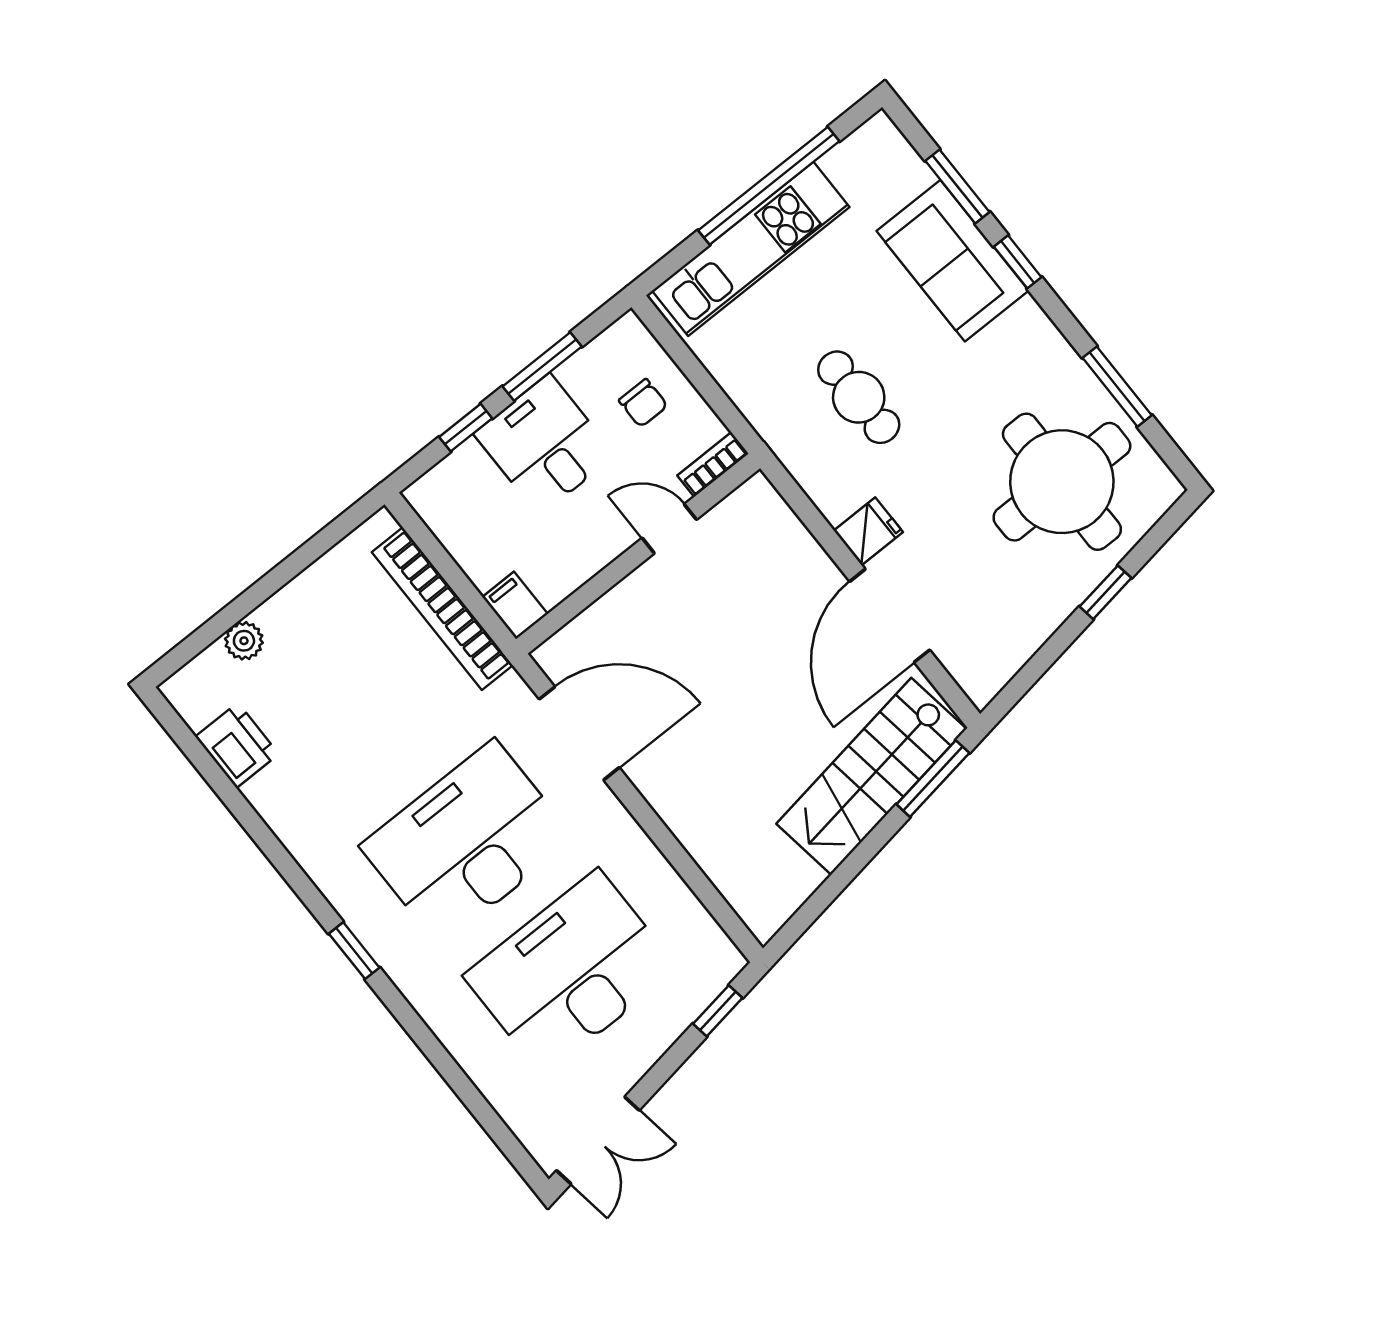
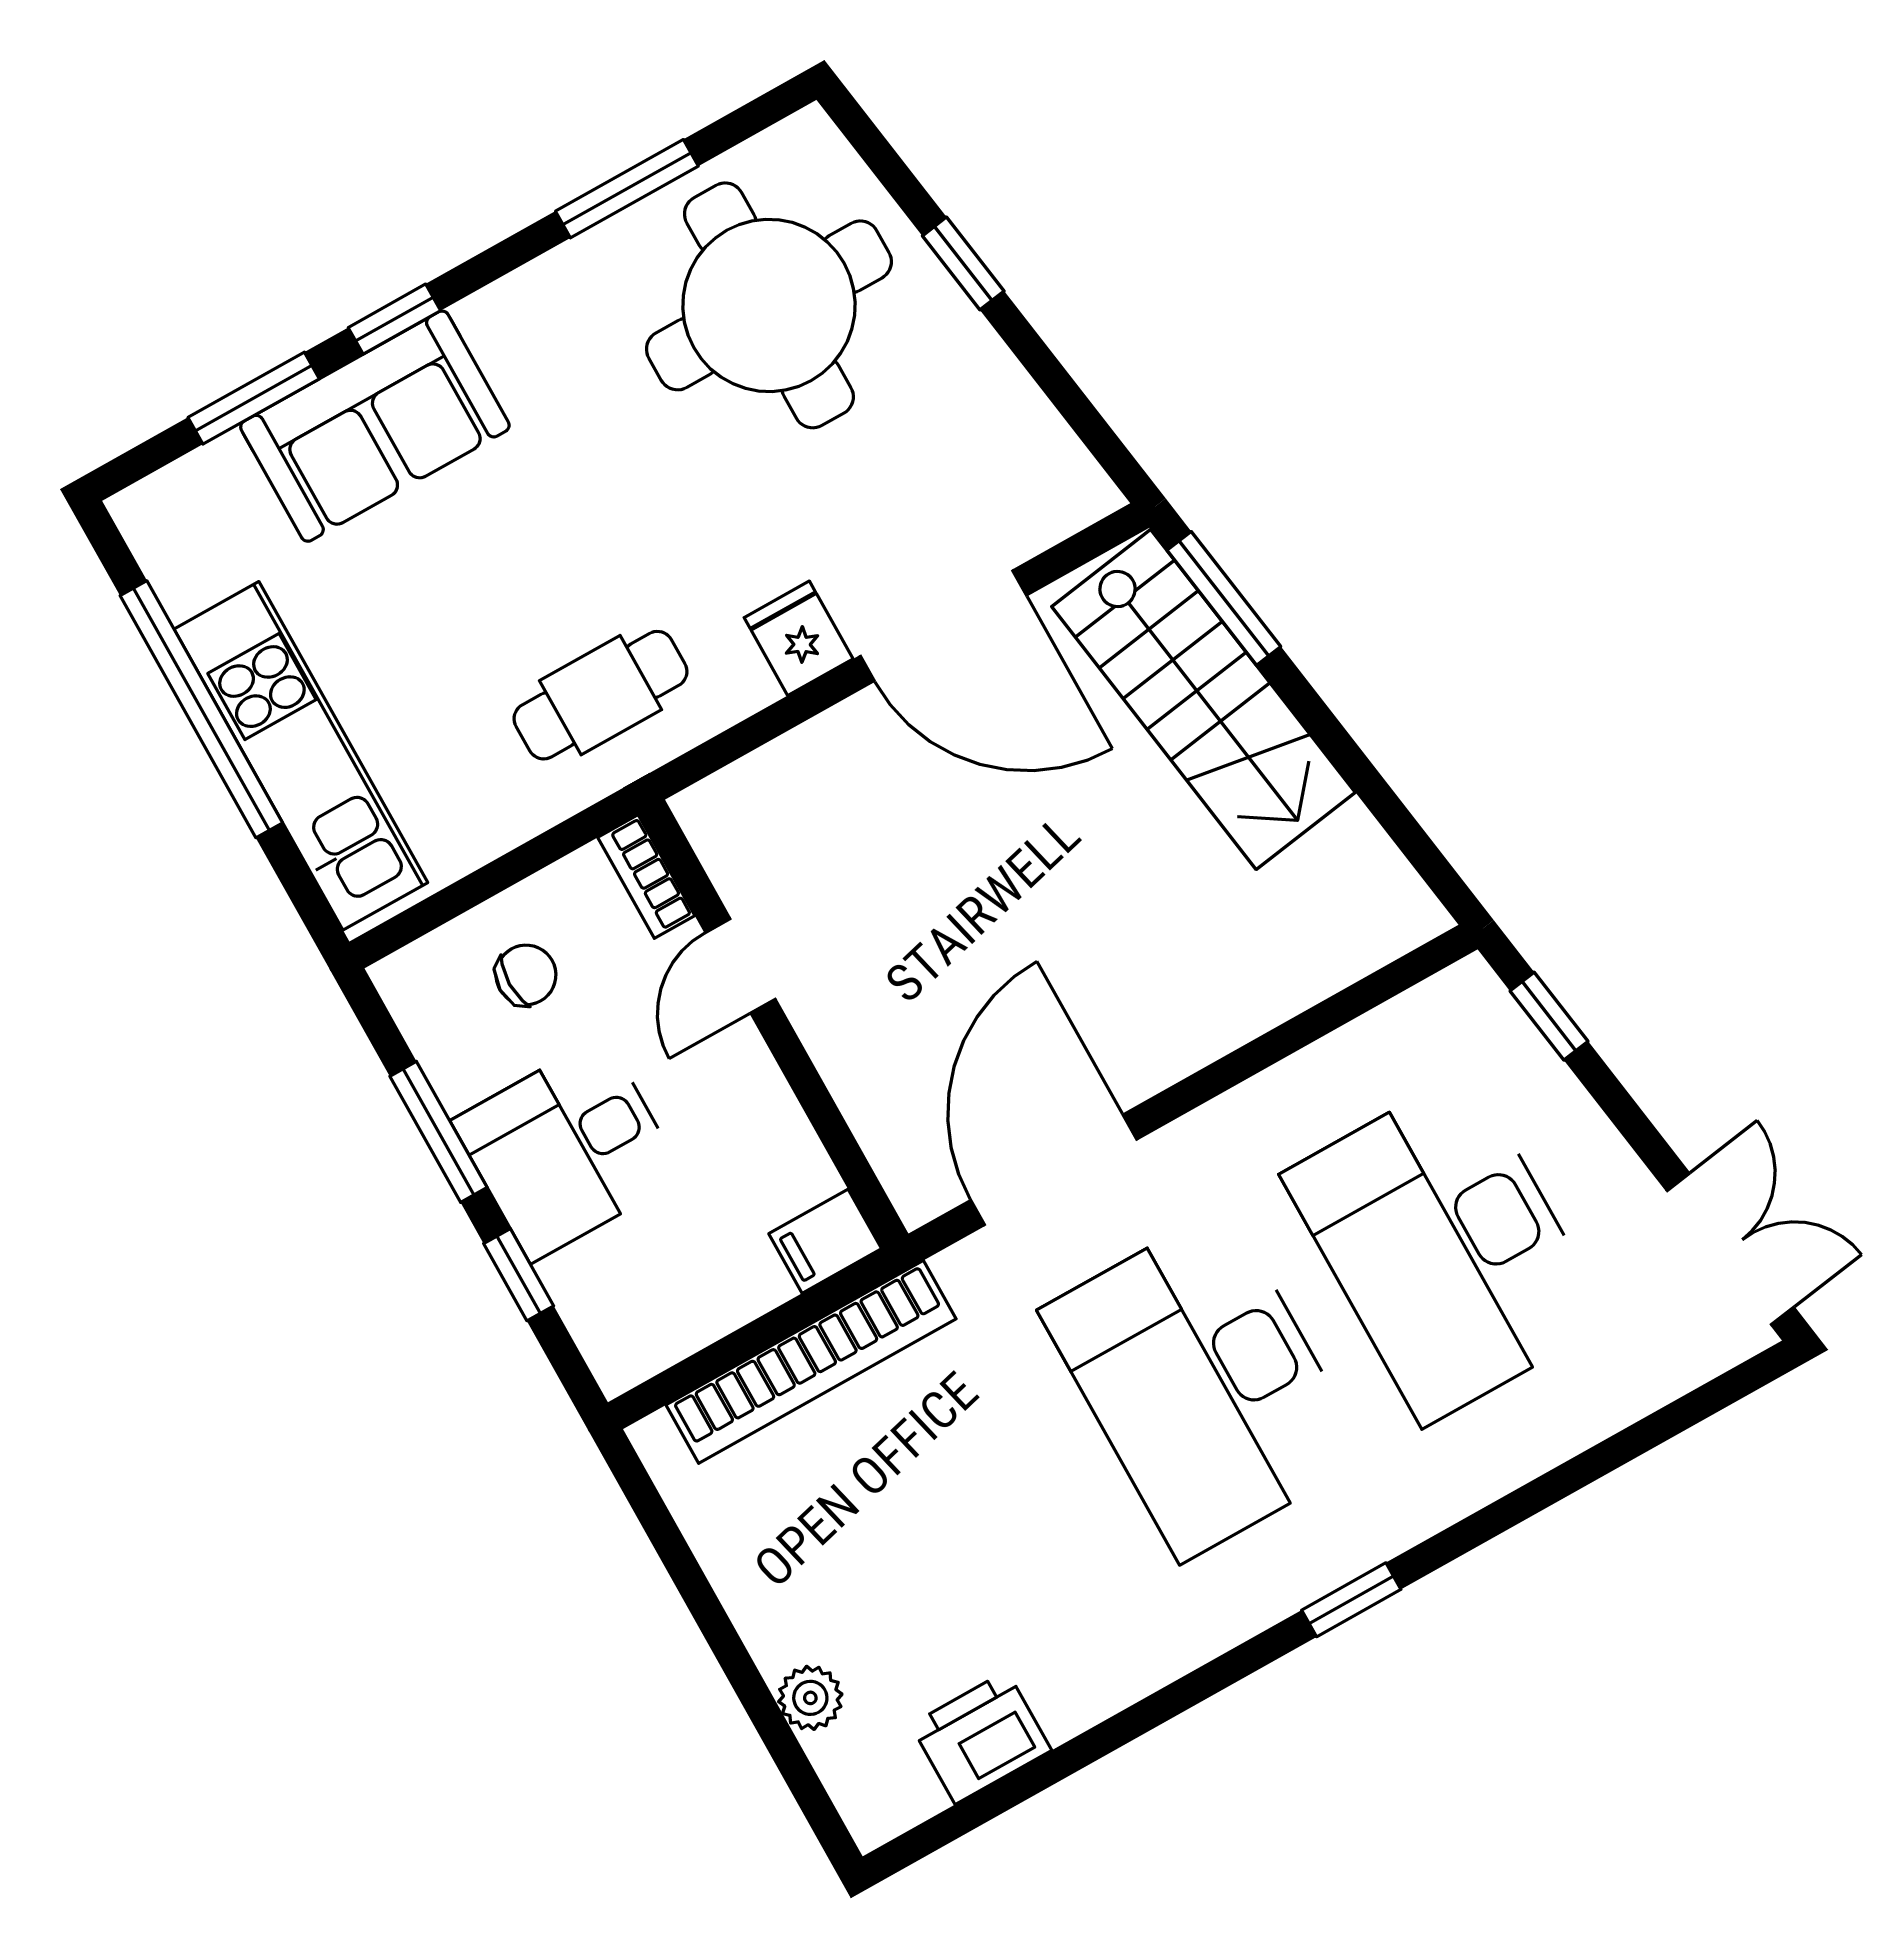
cafe table: (859, 397) -> (601, 695), moved

